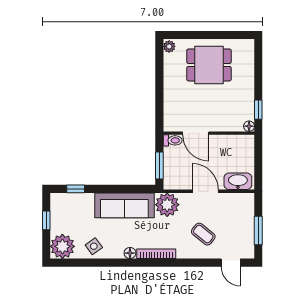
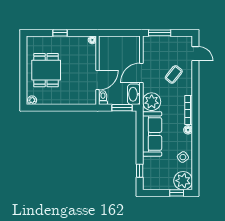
window: (258, 110) -> (60, 33), moved
washbasin: (238, 181) -> (134, 94), moved
window: (46, 220) -> (177, 193), moved
window: (258, 231) -> (160, 33), moved
door: (231, 263) -> (195, 54), hinge flipped

